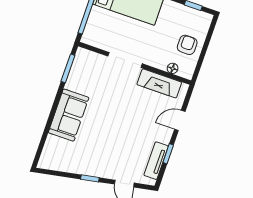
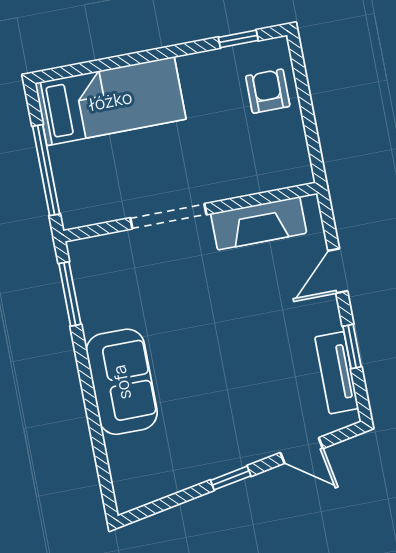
armchair: (187, 45) -> (268, 91), moved
floor lamp: (173, 68) -> (267, 180), removed

